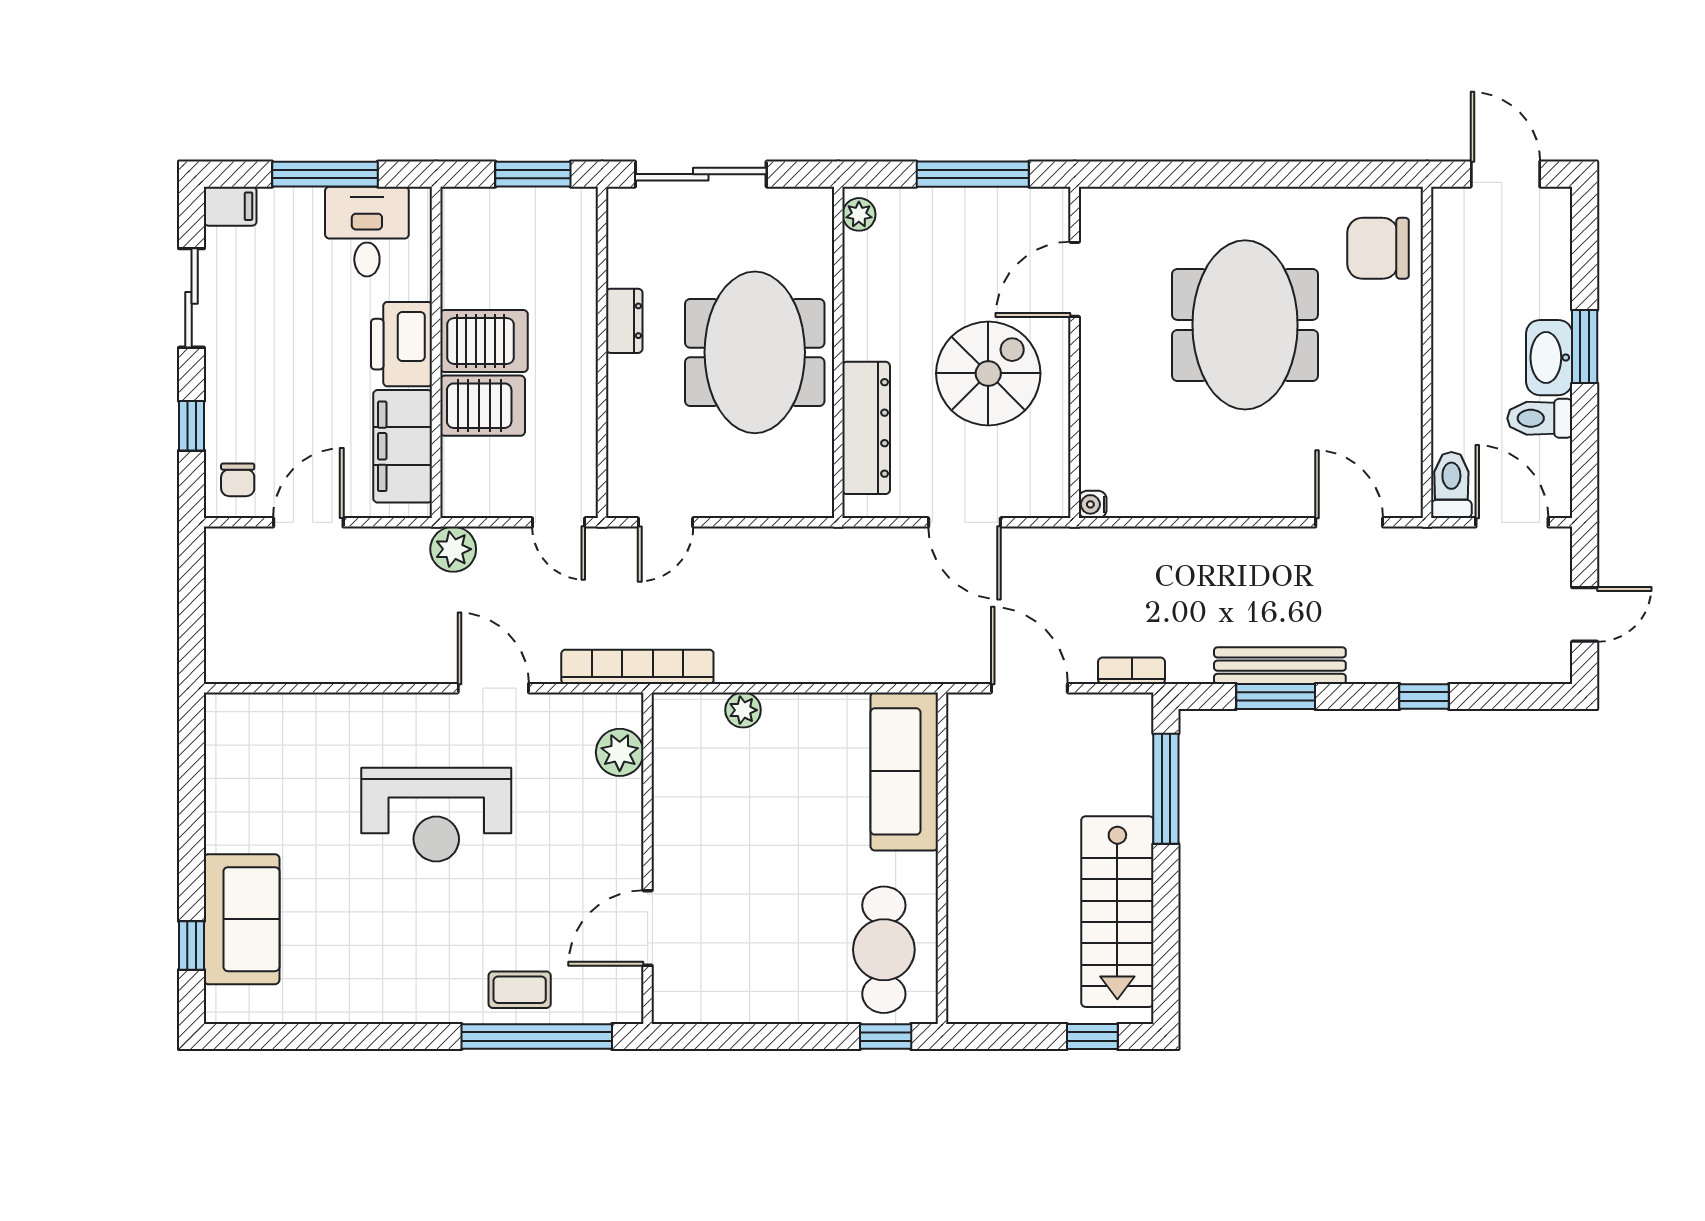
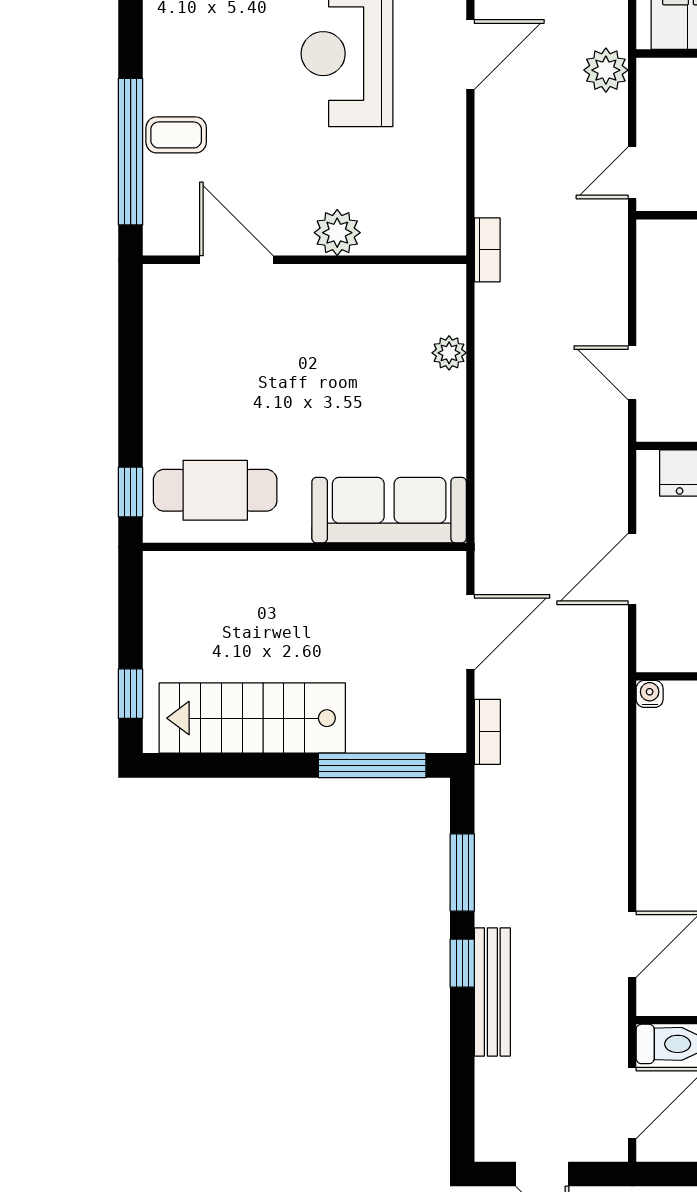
door: (665, 522) -> (632, 373), moved
bench: (1280, 666) -> (492, 992), moved
bookcase: (637, 667) -> (487, 250), width x0.43, depth x0.76
door: (493, 688) -> (470, 54), moved
window: (1424, 696) -> (462, 963), moved
plant: (620, 752) -> (337, 233), moved
coffee table: (520, 990) -> (176, 135), turned 90

